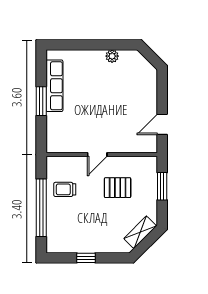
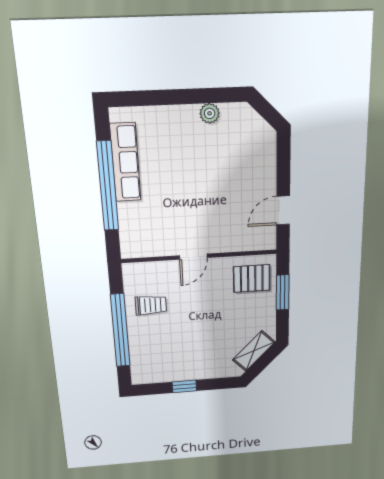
window: (41, 101) -> (108, 186), width x2.11
pallet: (118, 188) -> (252, 278), moved
trolley: (65, 189) -> (151, 305), turned 180

